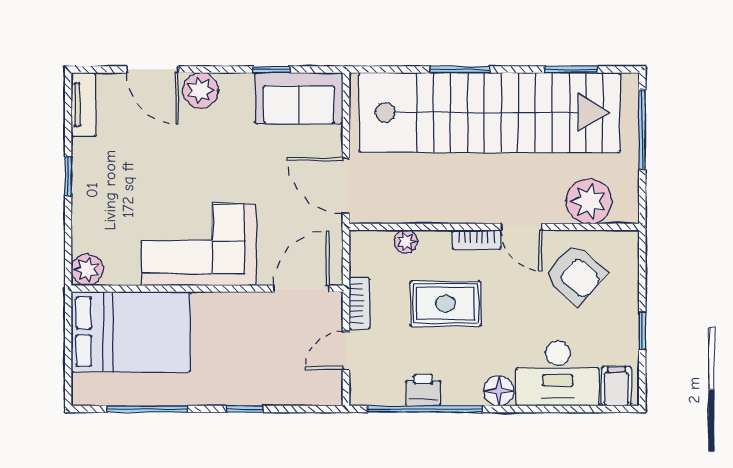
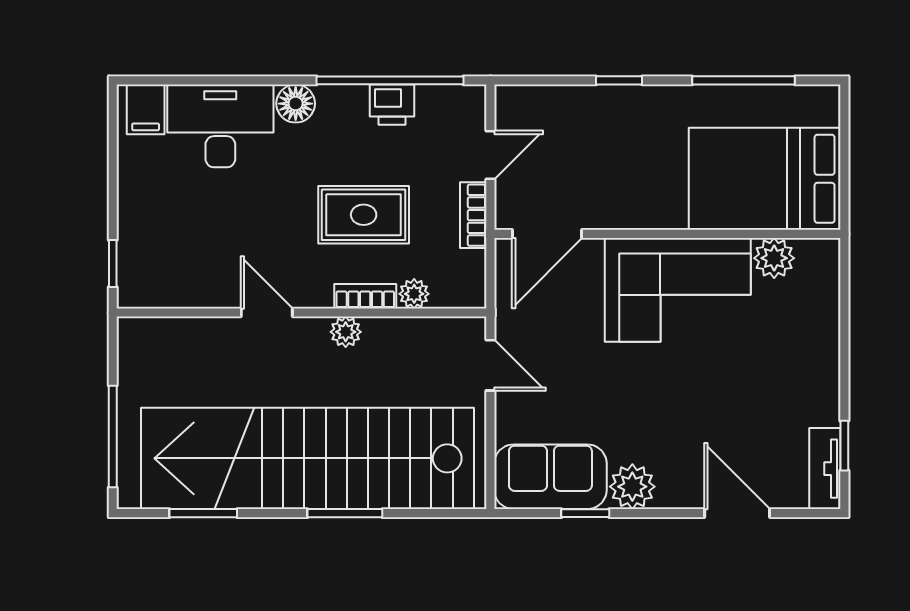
plant: (201, 90) -> (632, 487), moved
window: (68, 176) -> (844, 446), moved
door: (346, 186) -> (490, 365), width x0.73
plant: (589, 201) -> (346, 332), moved, width x0.53, depth x0.53
bookcase: (477, 240) -> (365, 296), moved
plant: (87, 270) -> (774, 258), moved
armchair: (575, 274) -> (198, 252), removed
window: (642, 331) -> (113, 264), moved

